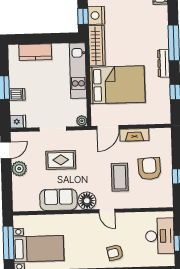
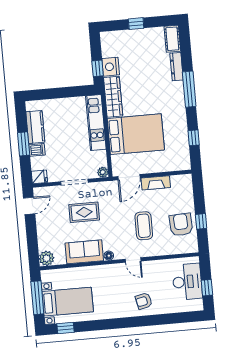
kitchen counter: (35, 52) -> (35, 127), moved, turned -90
dresser: (164, 63) -> (177, 67), moved
plant: (19, 169) -> (47, 258), moved
armchair: (149, 169) -> (181, 225), moved
floor lamp: (87, 201) -> (109, 256), width x0.53, depth x0.53

